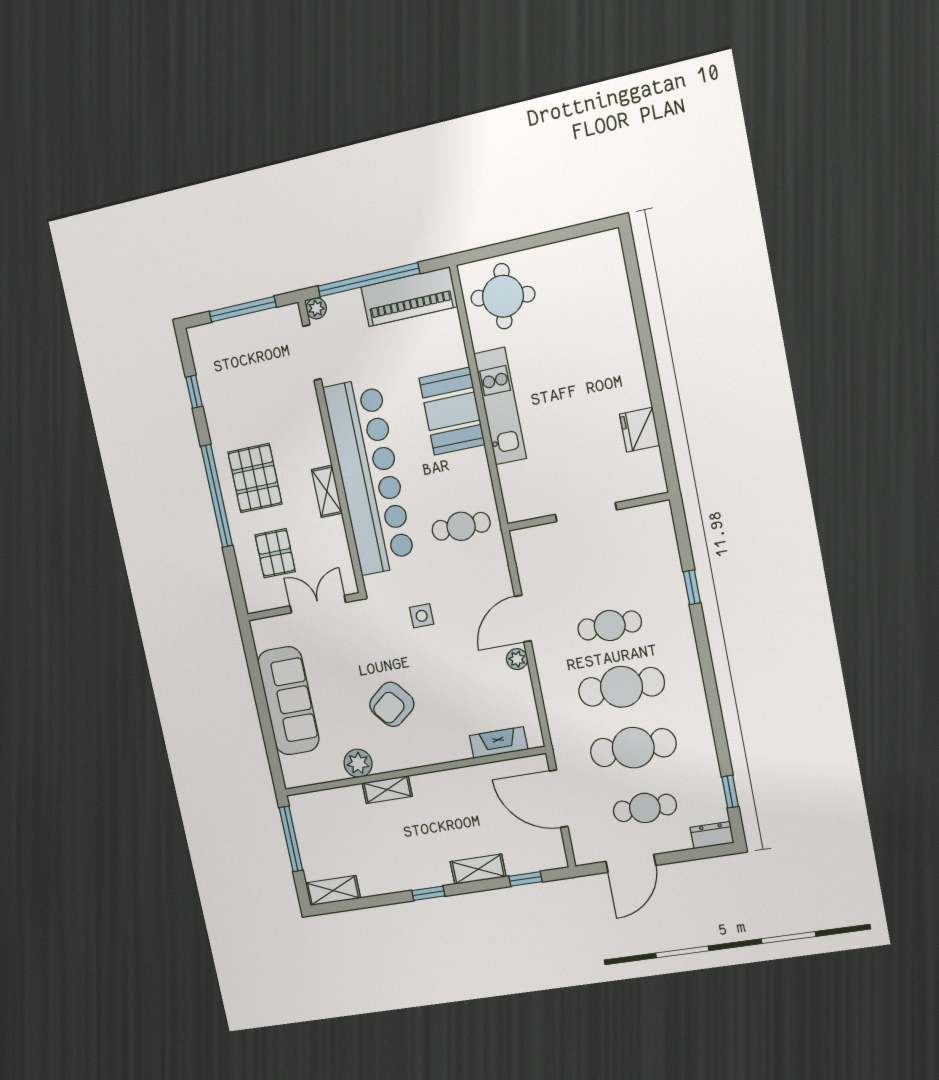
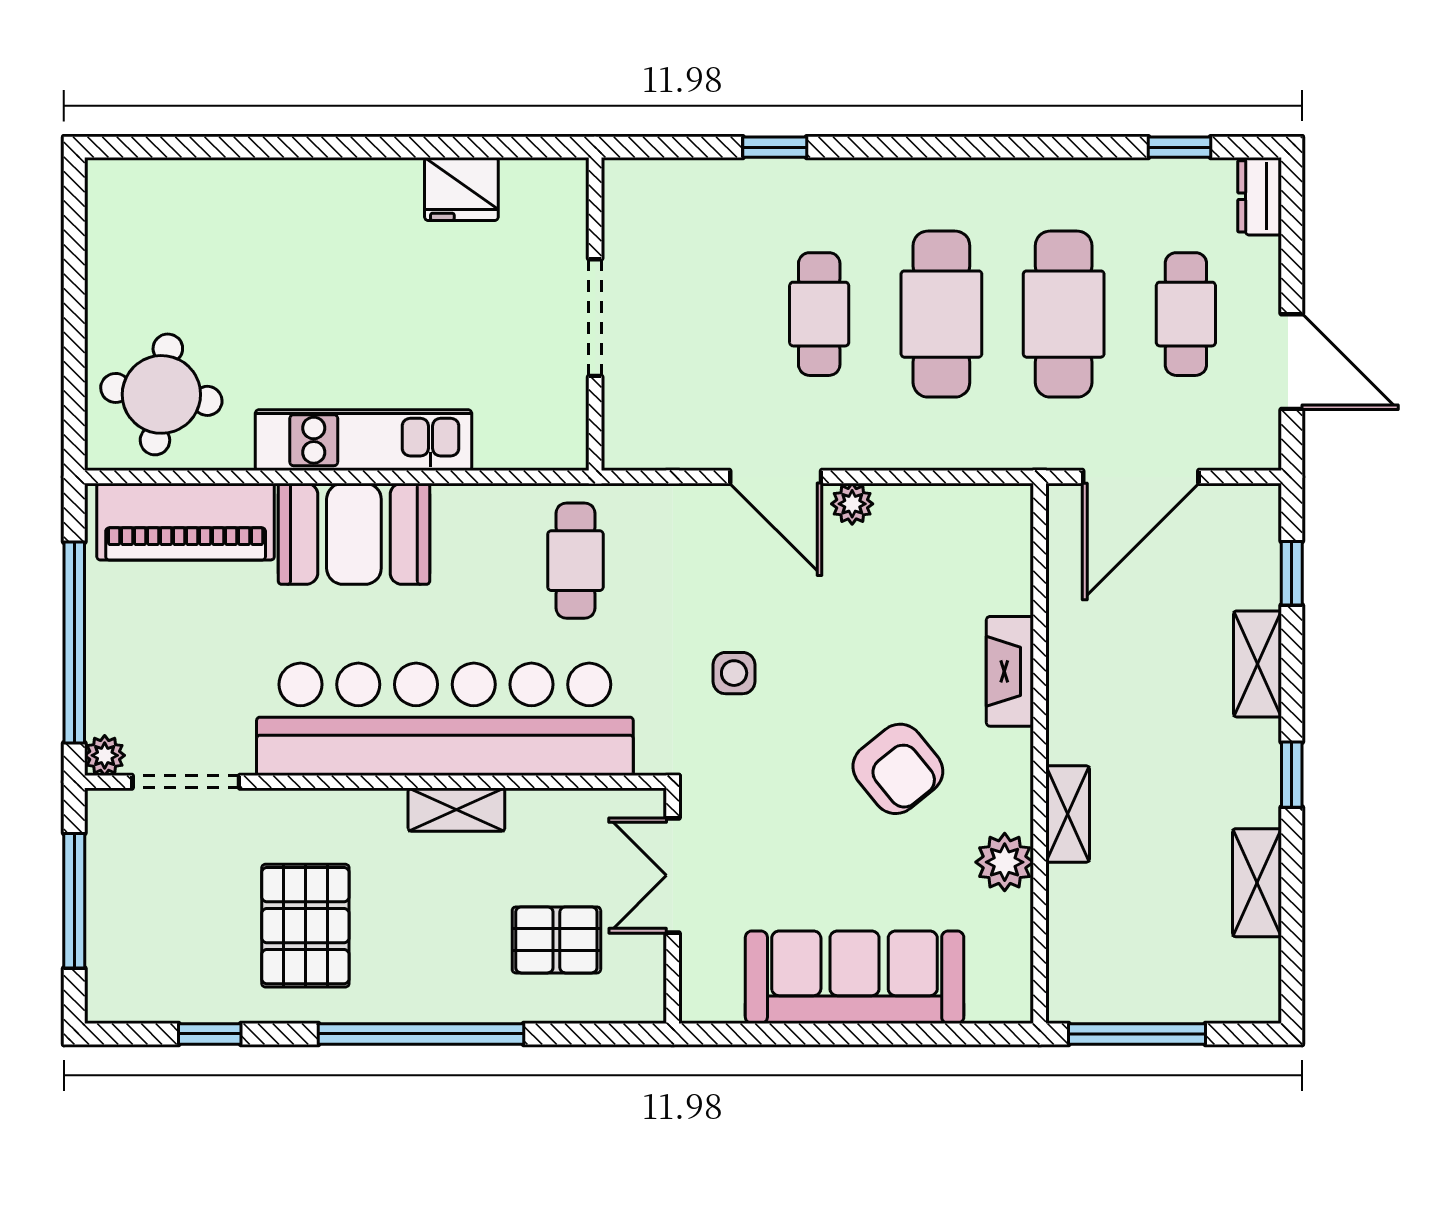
piano: (409, 297) -> (186, 522), moved, turned 90
pallet: (255, 478) -> (305, 926), moved, turned 90
fireplace: (499, 743) -> (1010, 671), moved
shelving: (333, 891) -> (1257, 883), moved

